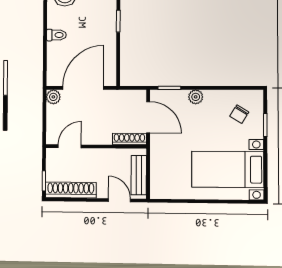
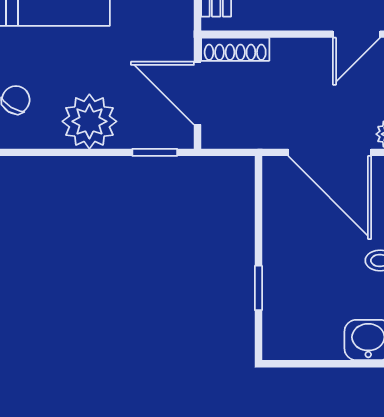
door: (83, 88) -> (330, 152), hinge flipped
plant: (196, 97) -> (89, 121), width x1.87, depth x1.87

